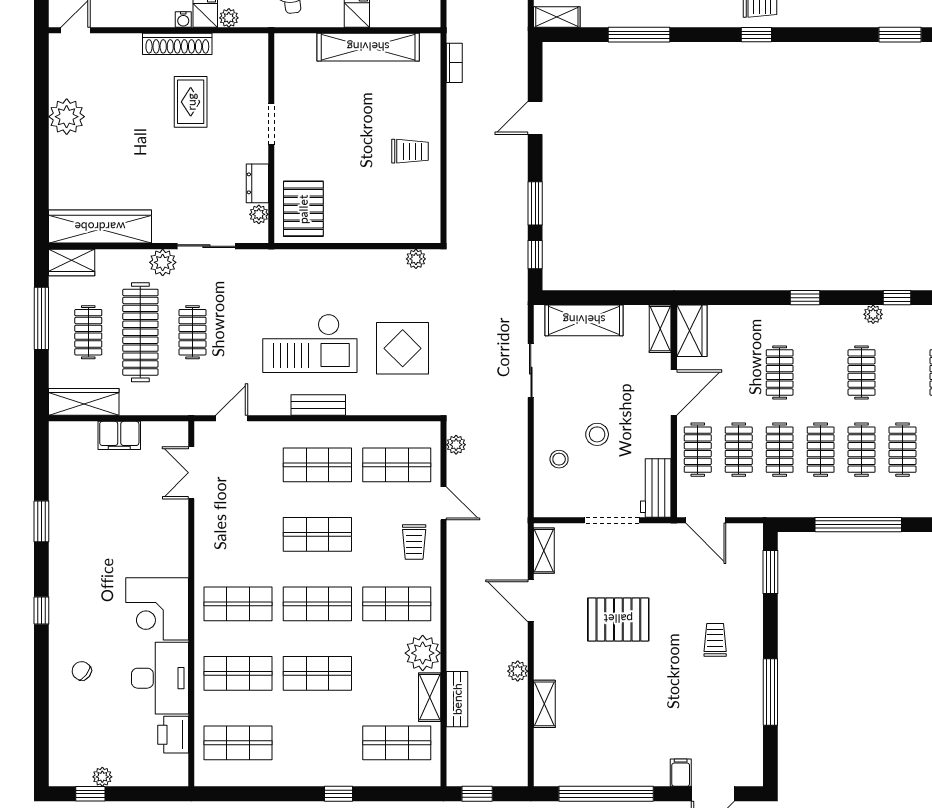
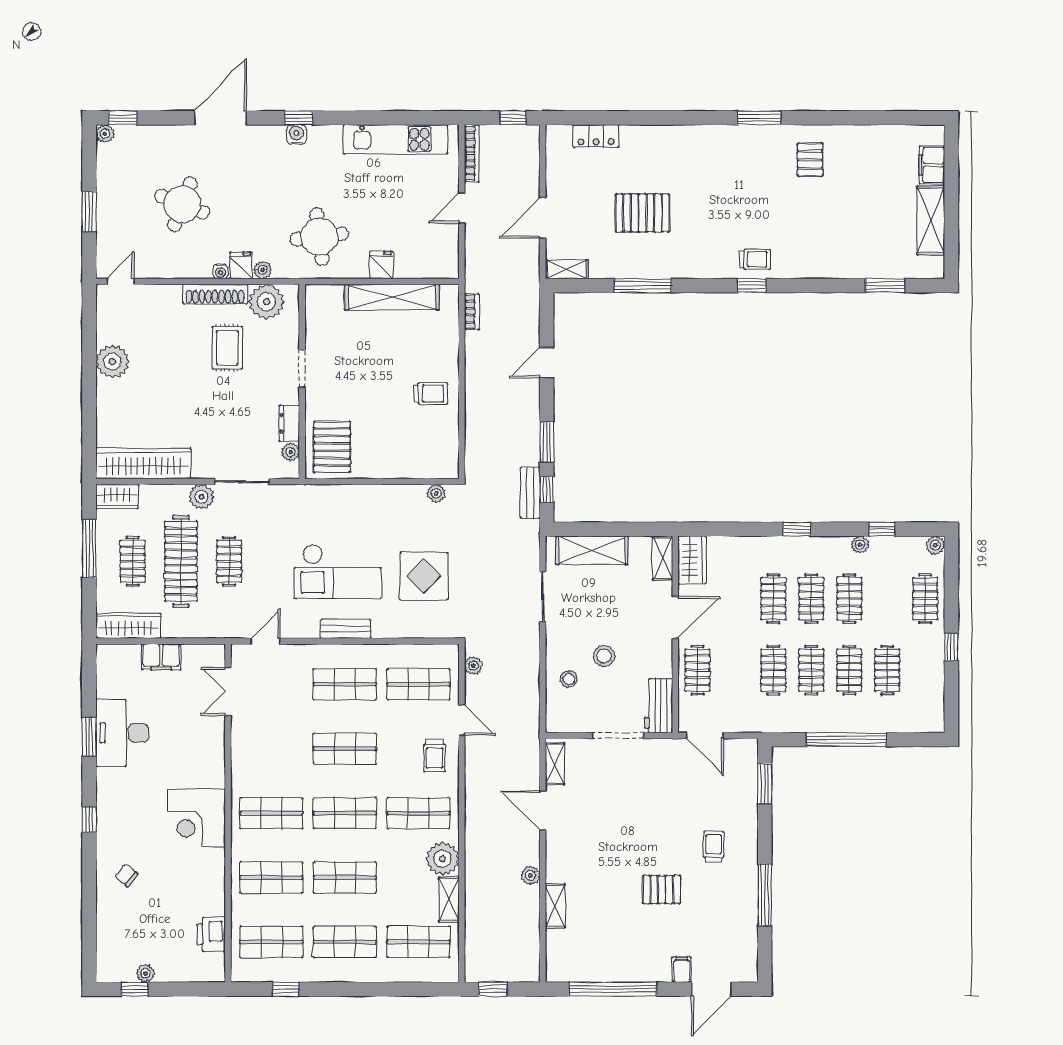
plant: (233, 52) -> (267, 302), added
clothes rail: (739, 450) -> (811, 599), moved
pallet: (618, 619) -> (662, 890), moved, width x0.67, depth x0.71
desk: (160, 678) -> (122, 733), moved, turned 180
bench: (457, 699) -> (530, 493), moved
shop shelf: (317, 743) -> (345, 942), added
window: (339, 794) -> (286, 989), moved

